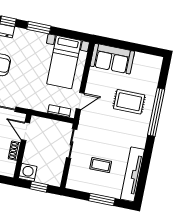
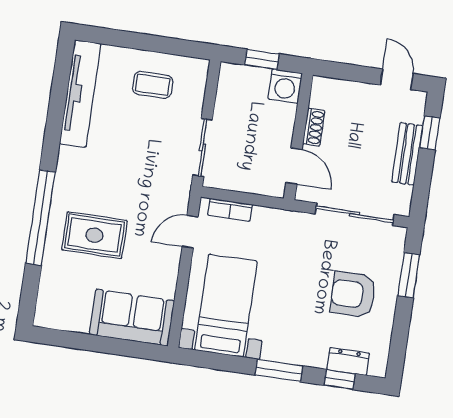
coffee table: (101, 165) -> (153, 85), moved
window: (102, 200) -> (137, 41), removed

